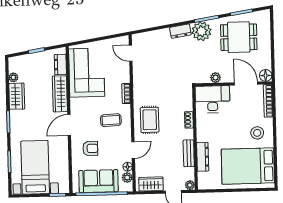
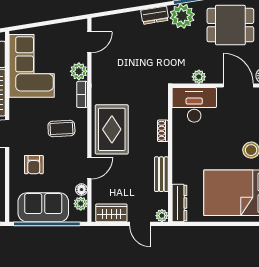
door: (131, 53) -> (89, 42), swing flipped
plant: (123, 76) -> (79, 71), added
rug: (150, 120) -> (112, 129), width x1.36, depth x1.43
armchair: (90, 148) -> (34, 165), turned 90
dresser: (203, 157) -> (179, 203), moved

